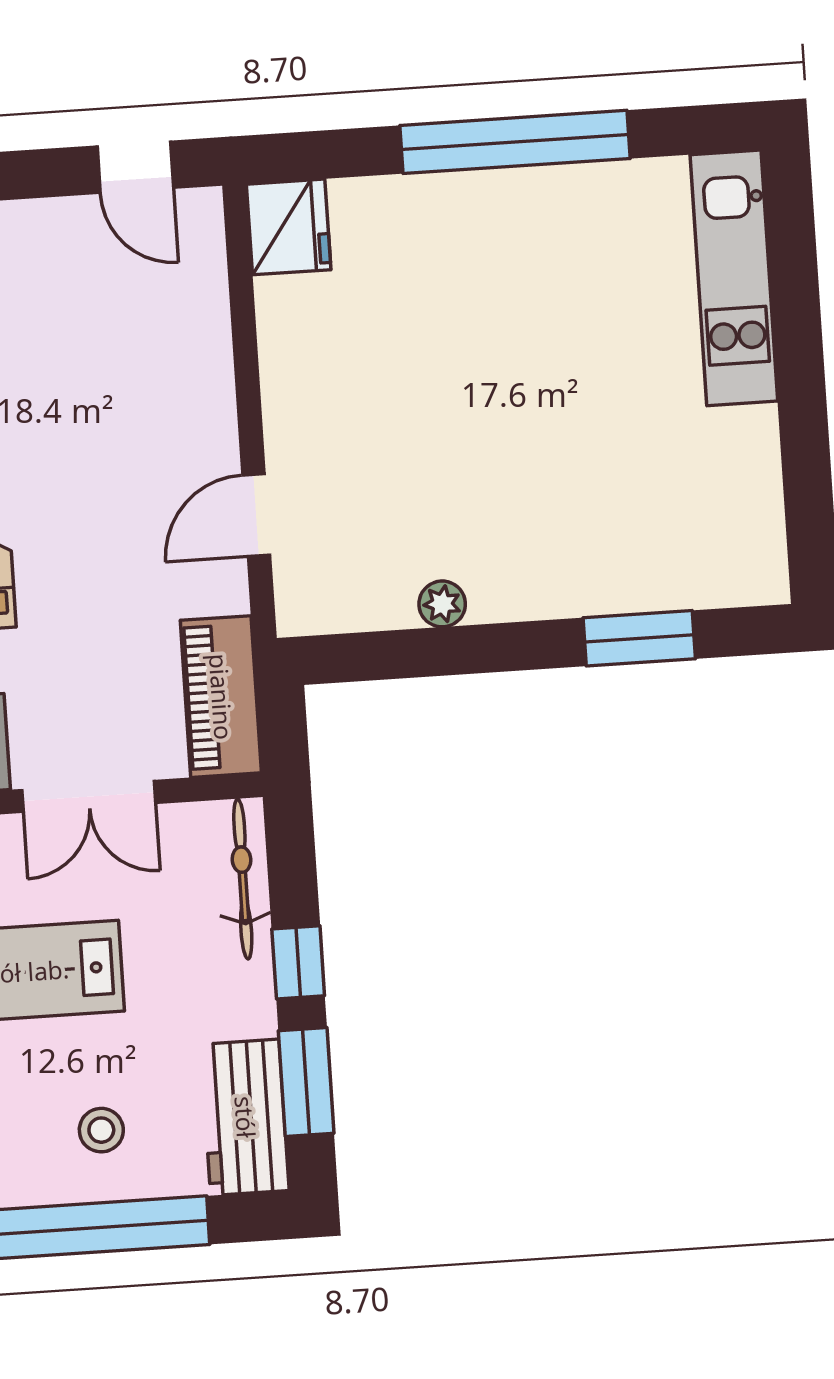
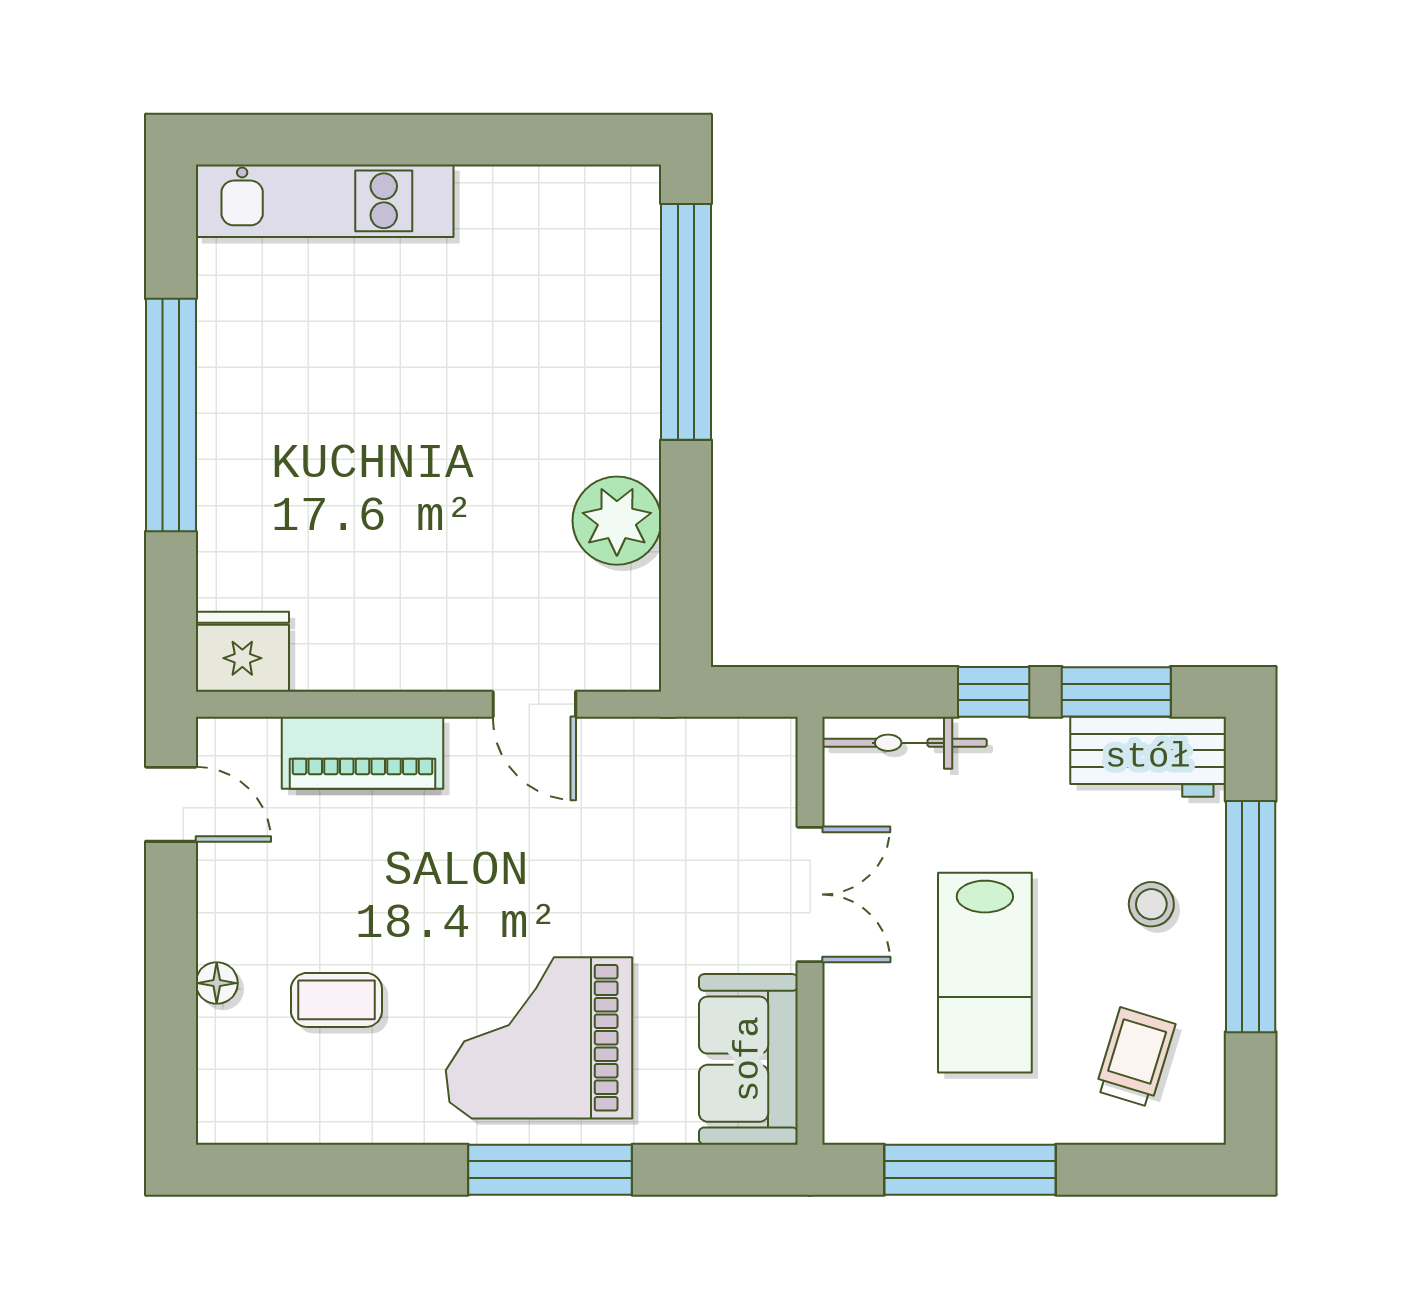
door: (135, 167) -> (171, 804), hinge flipped
plant: (442, 604) -> (617, 521), width x1.88, depth x1.88
window: (639, 638) -> (686, 322), width x2.11
piano: (221, 697) -> (362, 753), moved

